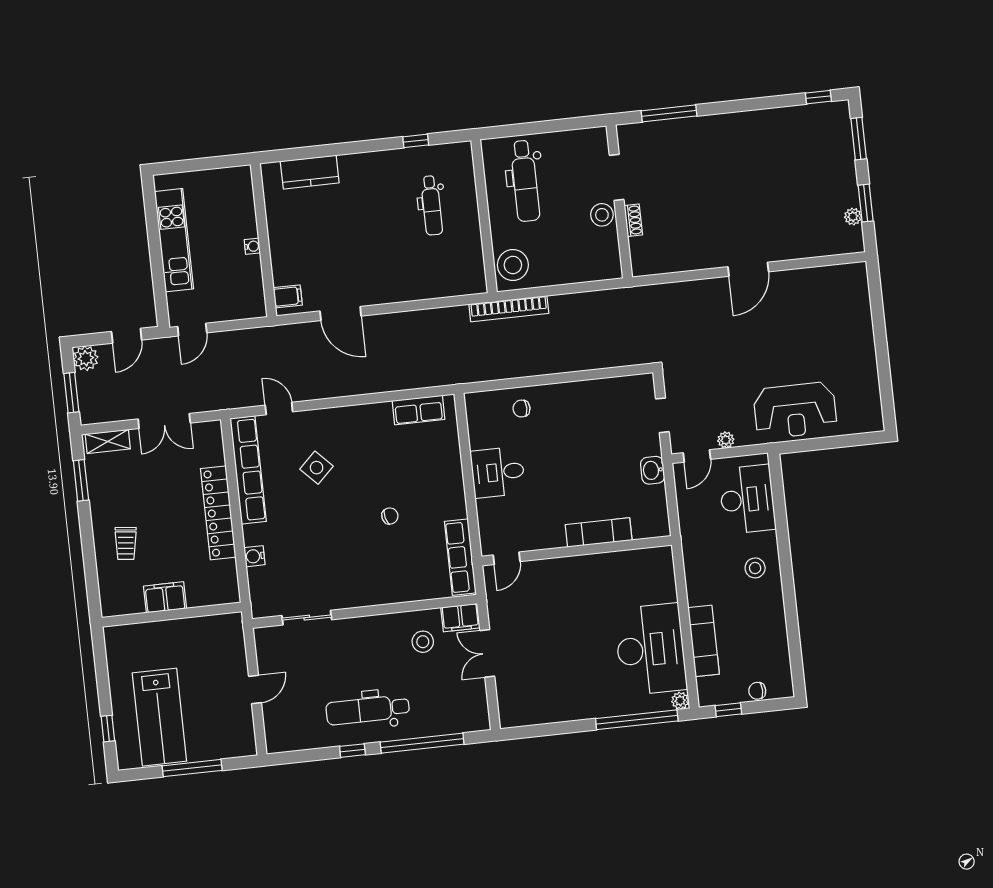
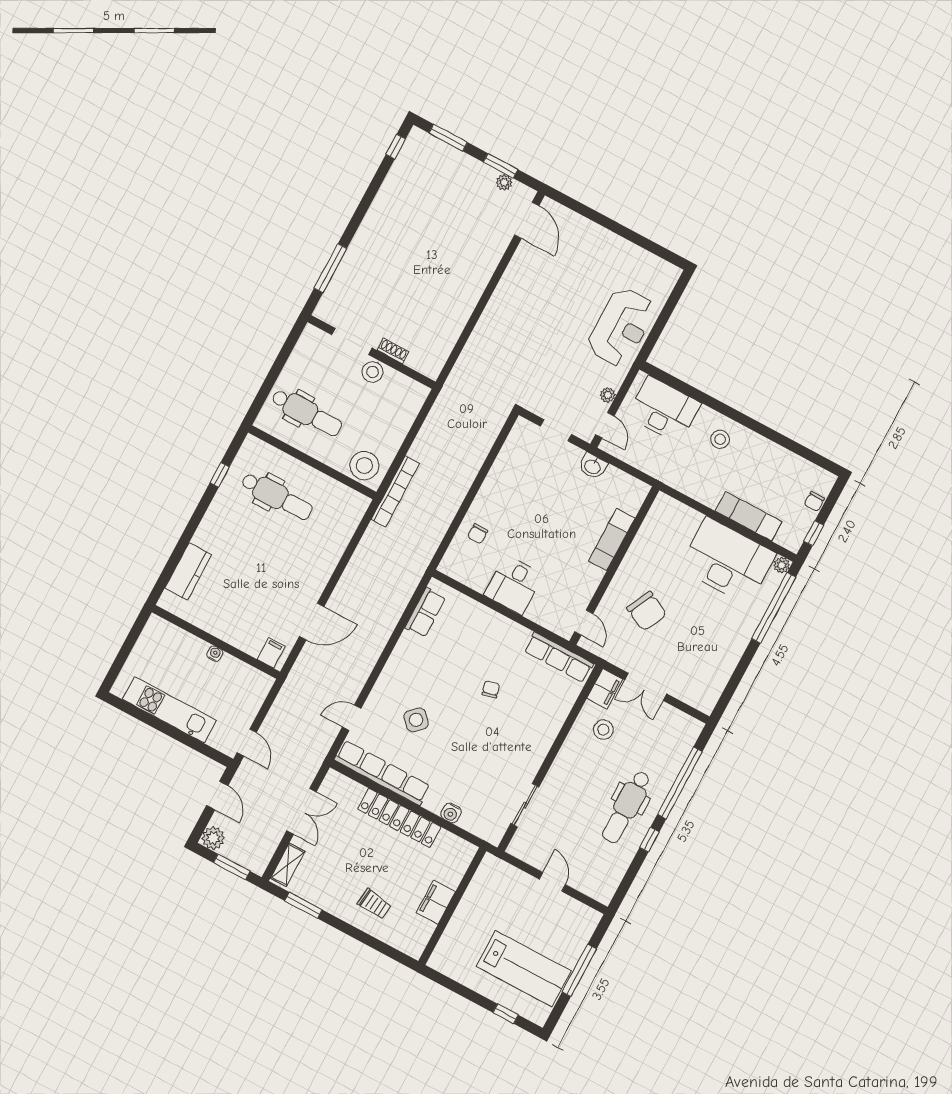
dental chair: (432, 205) -> (277, 496), width x1.36, depth x1.38
door: (748, 269) -> (527, 220), moved
chair: (556, 608) -> (647, 611), added

